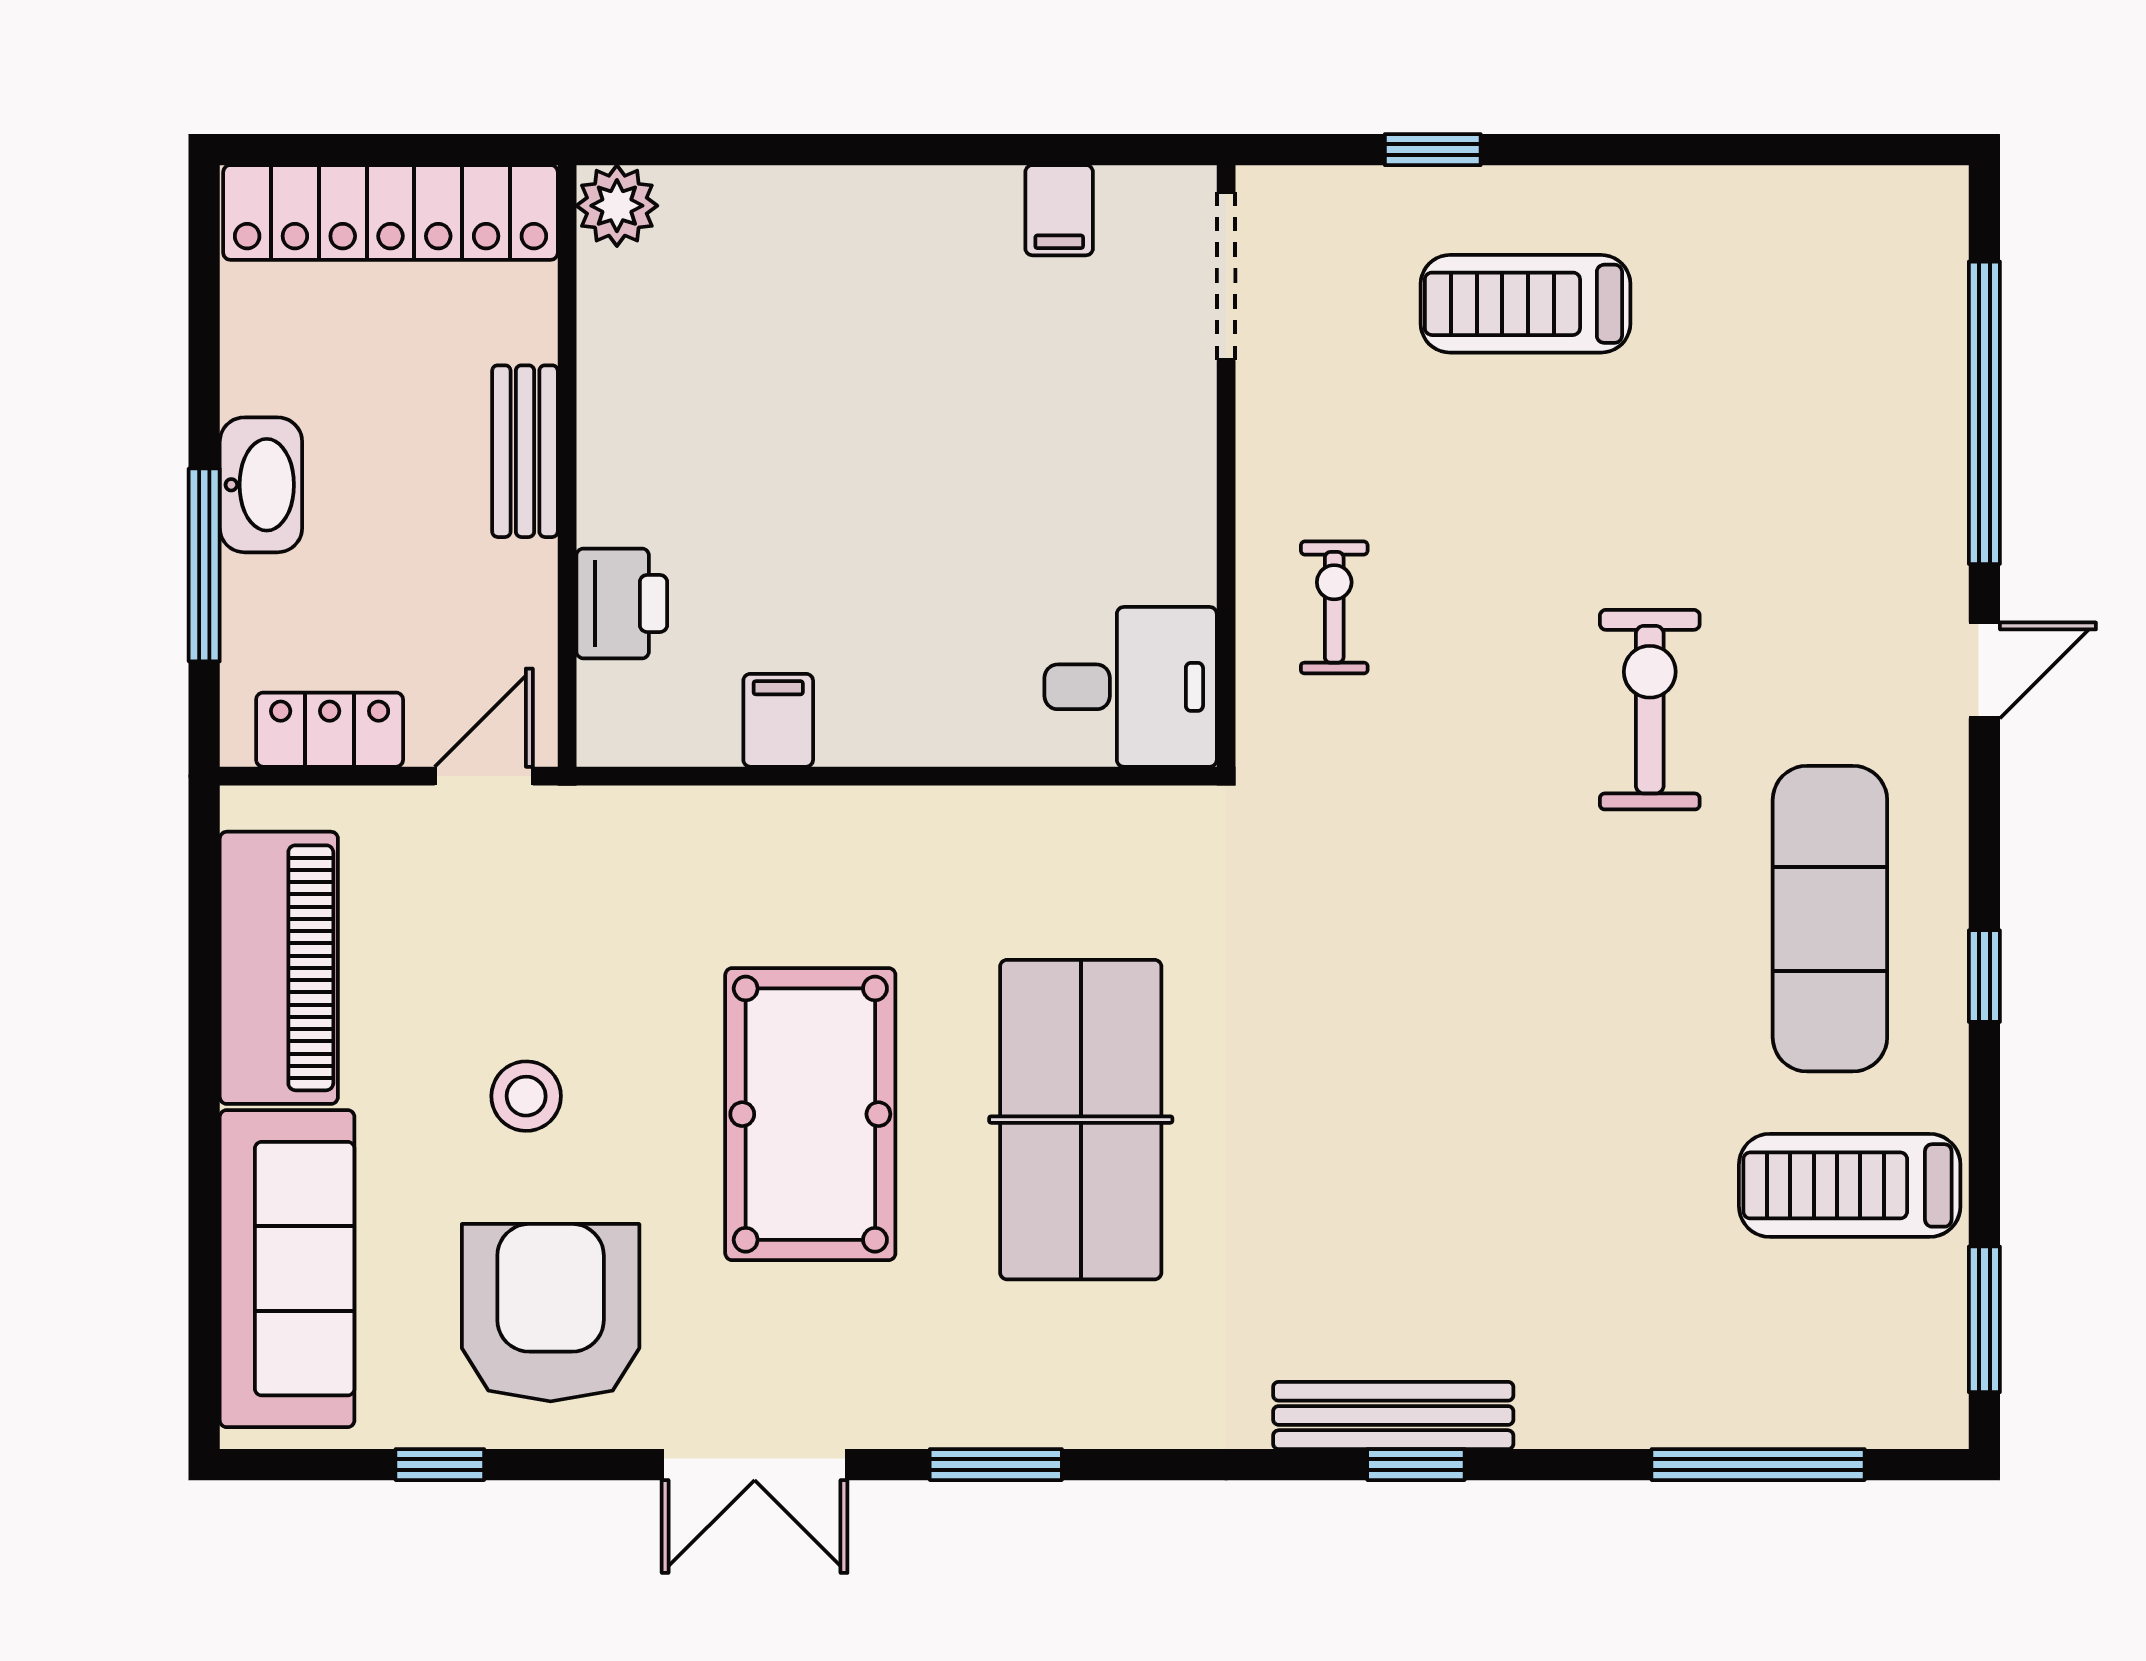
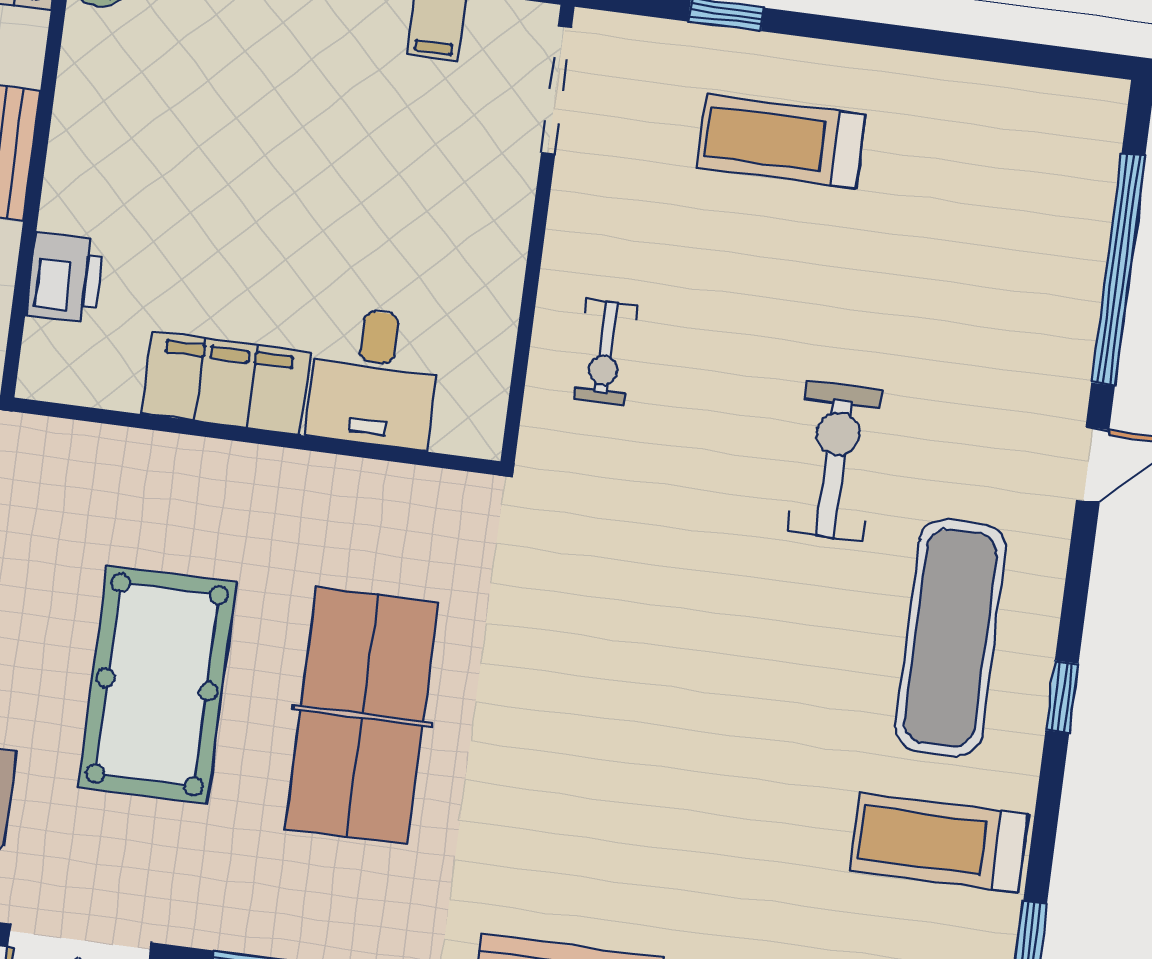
exercise bike: (1334, 607) -> (605, 352), turned 180
desk: (1131, 687) -> (374, 378), moved, turned 90
filing cabinet: (778, 720) -> (226, 383), width x3.00, depth x1.17

